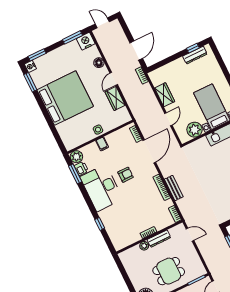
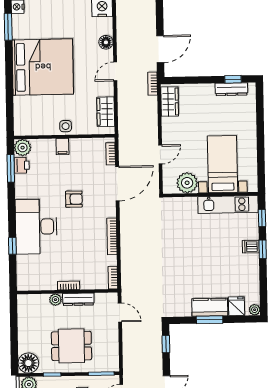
wardrobe: (165, 95) -> (170, 102), moved
wardrobe: (115, 98) -> (106, 112), moved
desk: (101, 188) -> (36, 227), moved
bench: (174, 188) -> (127, 244), removed

